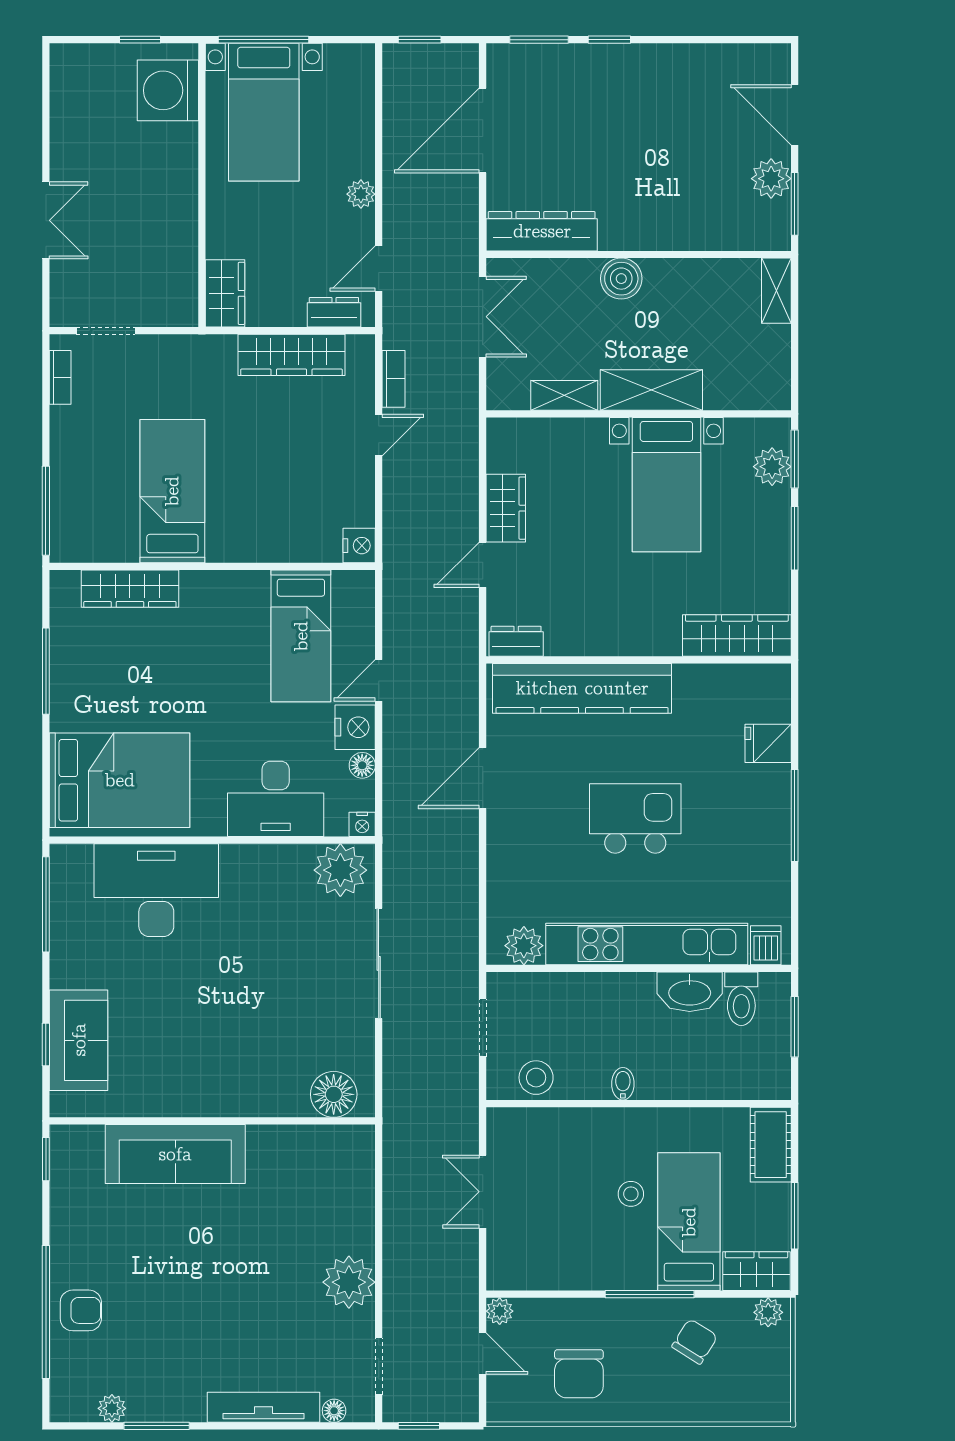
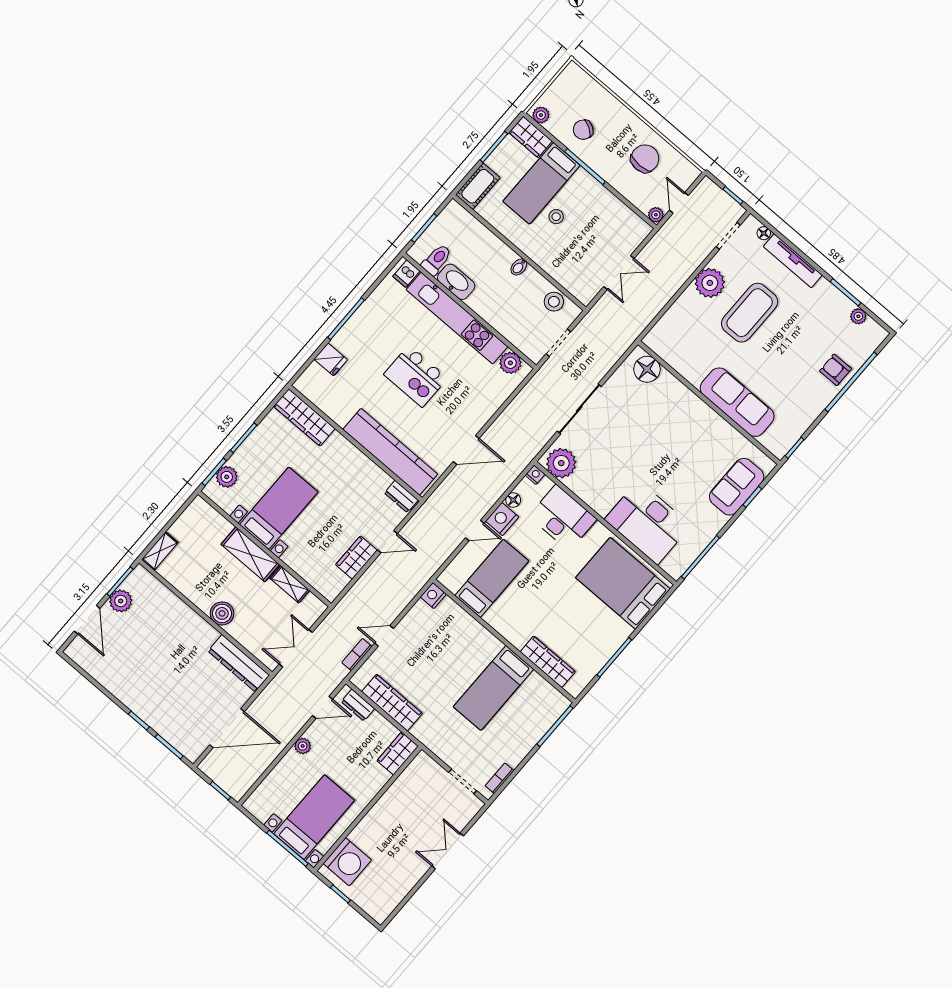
coffee table: (262, 1288) -> (750, 313), added

